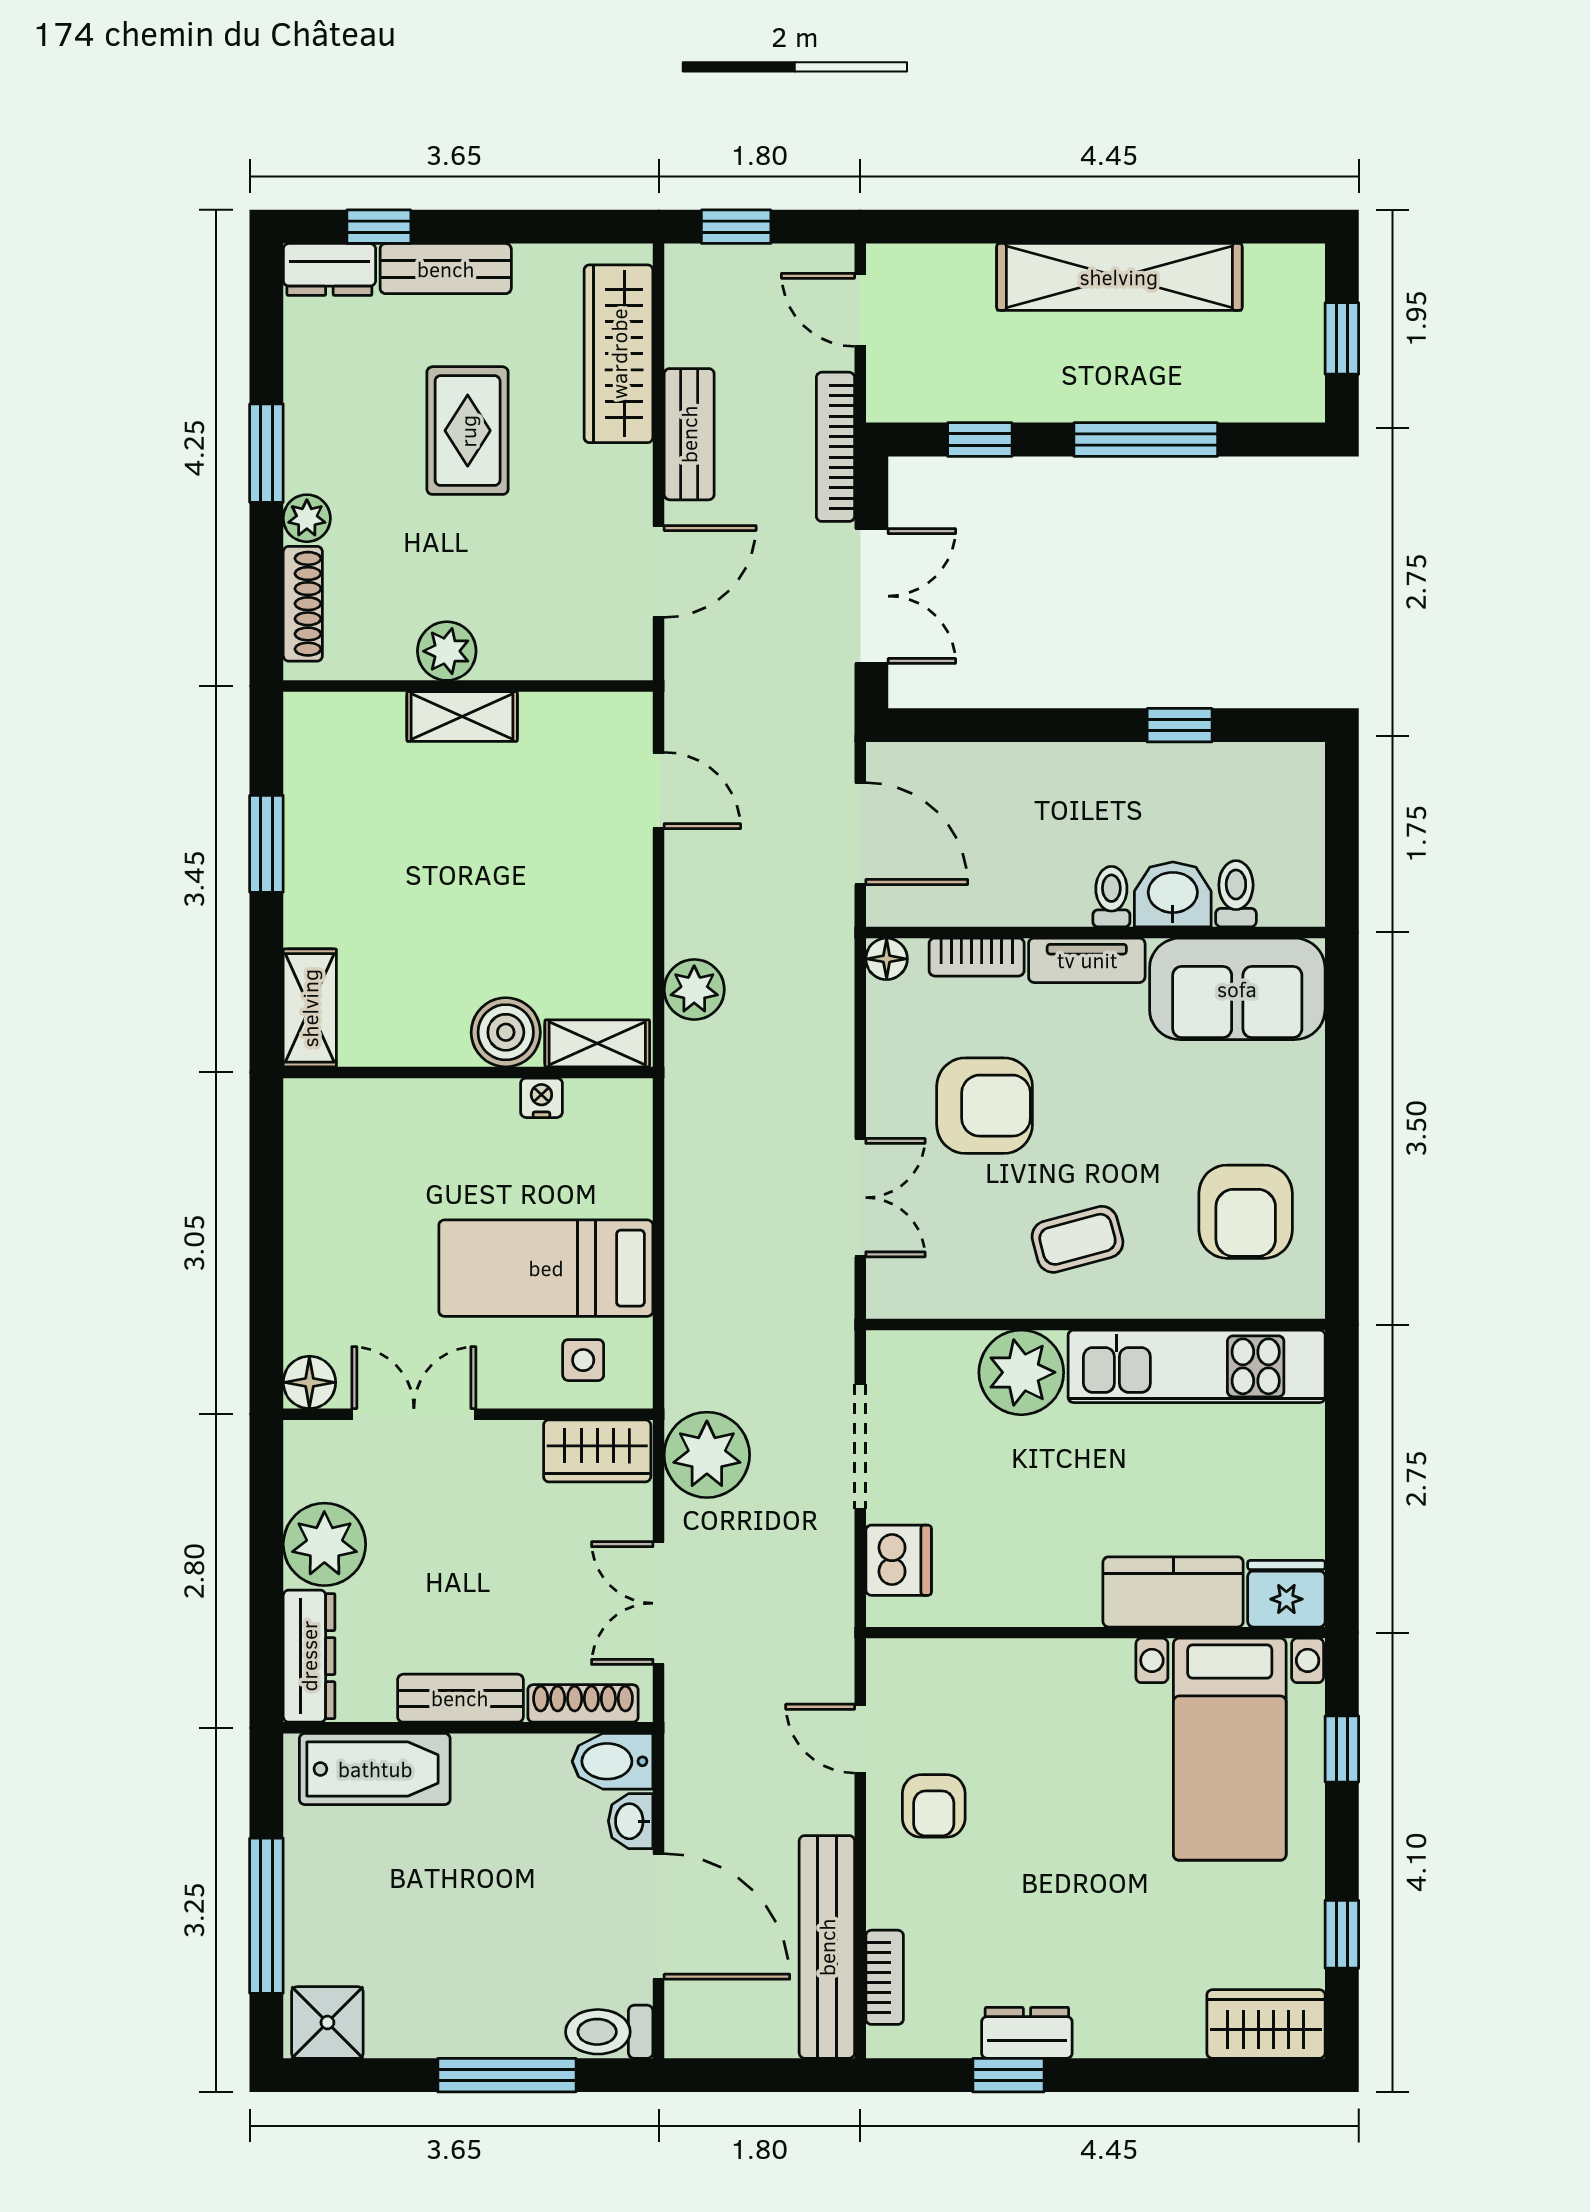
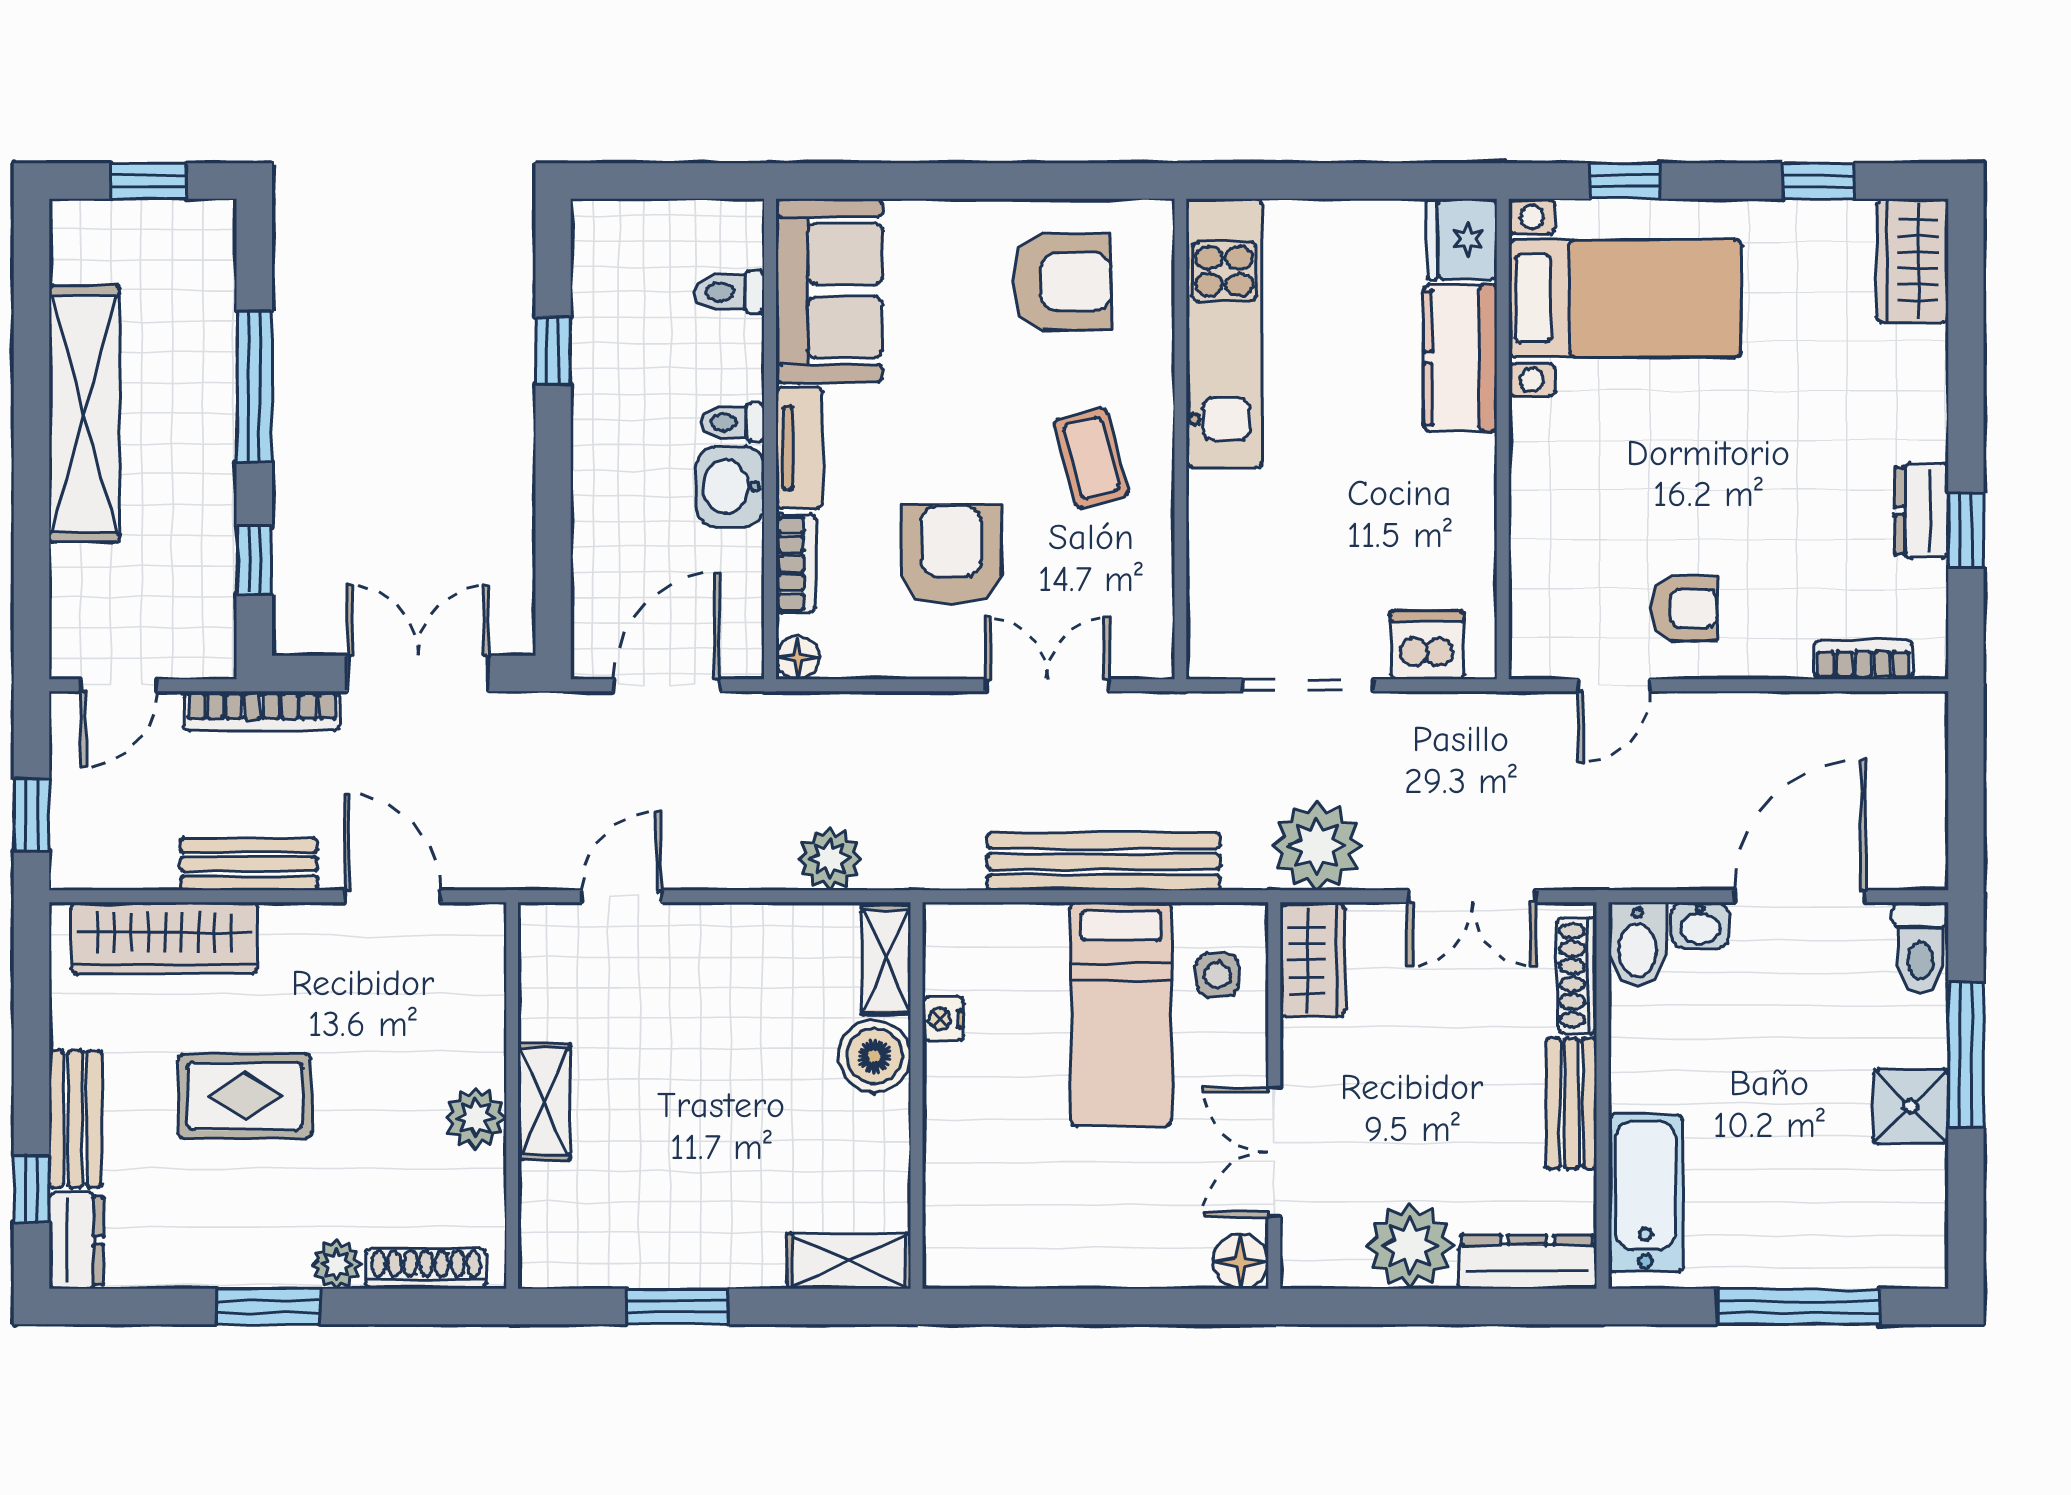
washbasin: (1173, 894) -> (730, 487), moved
plant: (1021, 1372) -> (1231, 517), removed
bench: (827, 1947) -> (1104, 861), moved
shower: (327, 2023) -> (1911, 1106), moved

